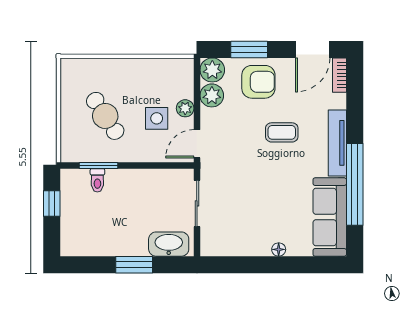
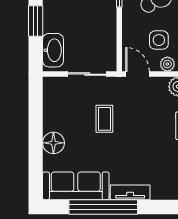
coffee table: (282, 132) -> (104, 119), moved
tv unit: (337, 143) -> (130, 192), width x0.71
floor lamp: (279, 249) -> (53, 143), width x1.89, depth x1.89

